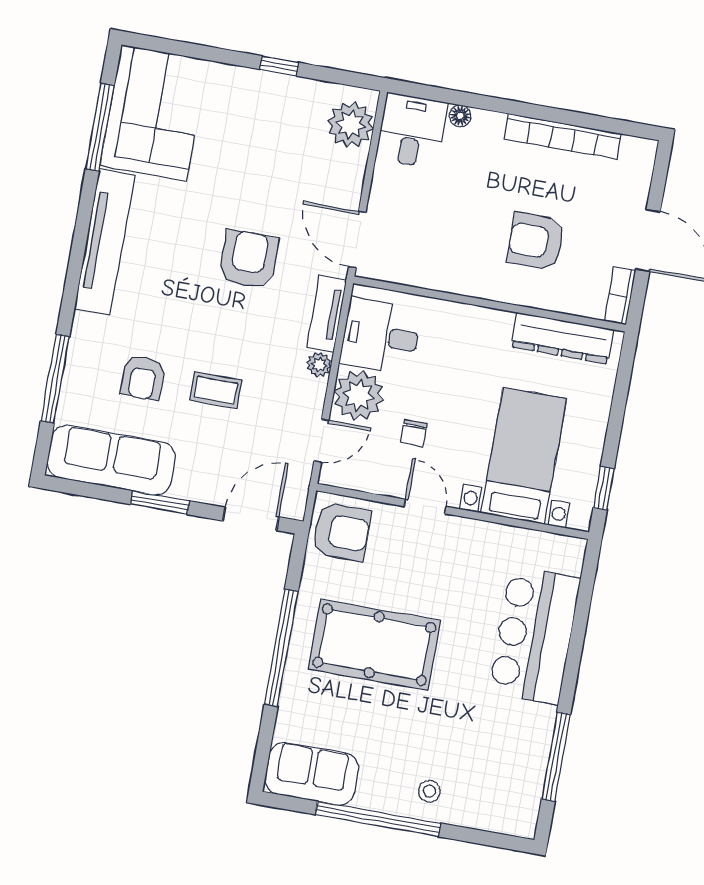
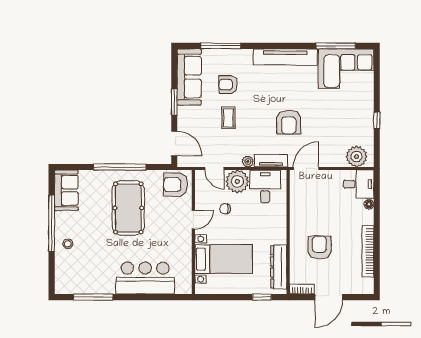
armchair: (249, 259) -> (289, 122), turned 90
window: (604, 488) -> (262, 297), moved
armchair: (341, 532) -> (176, 185), turned 90

